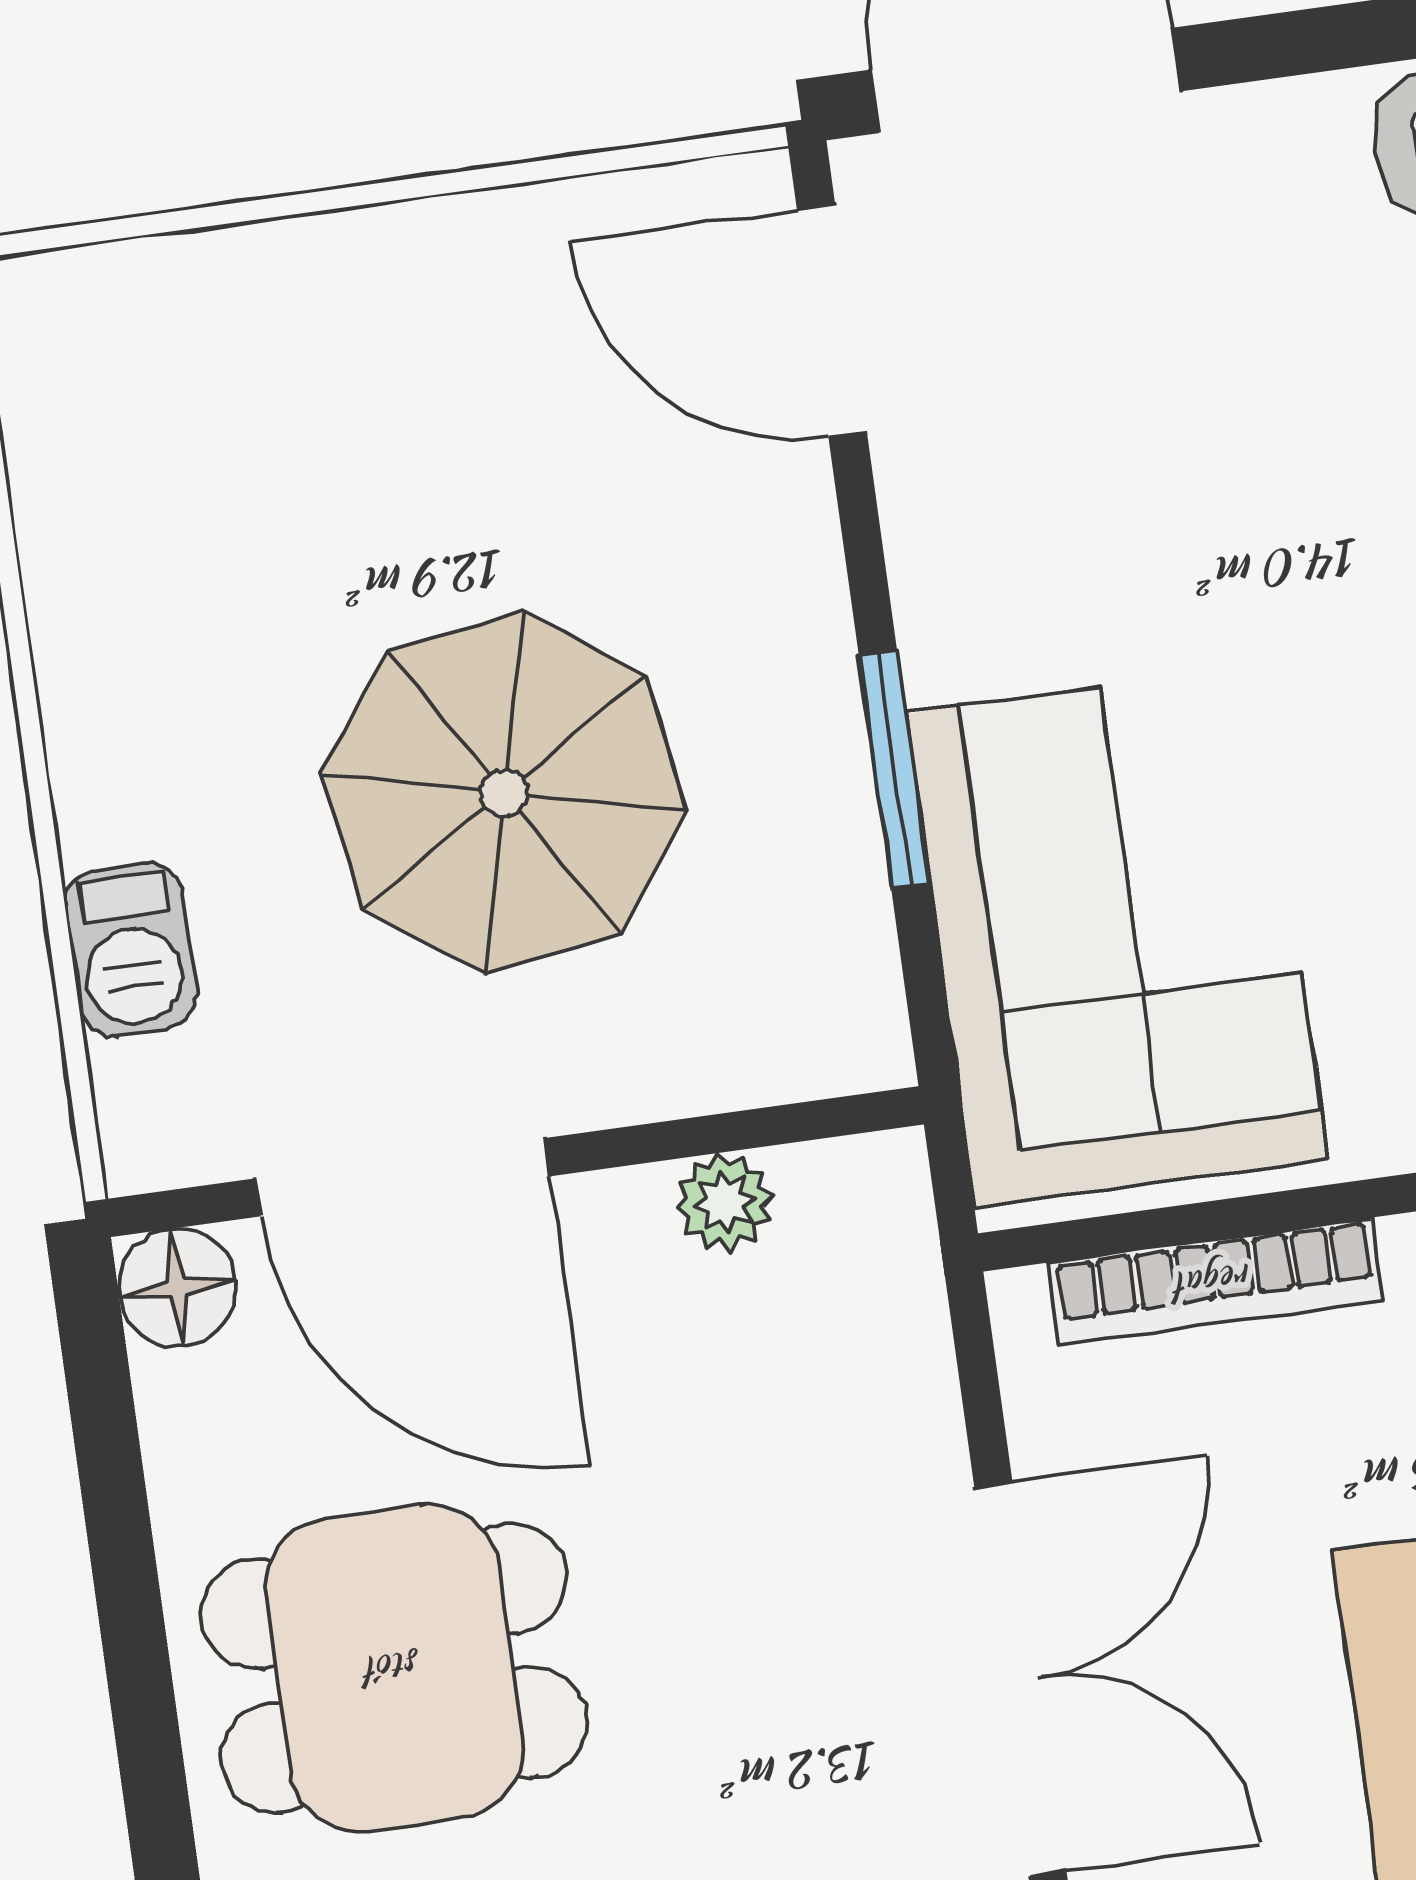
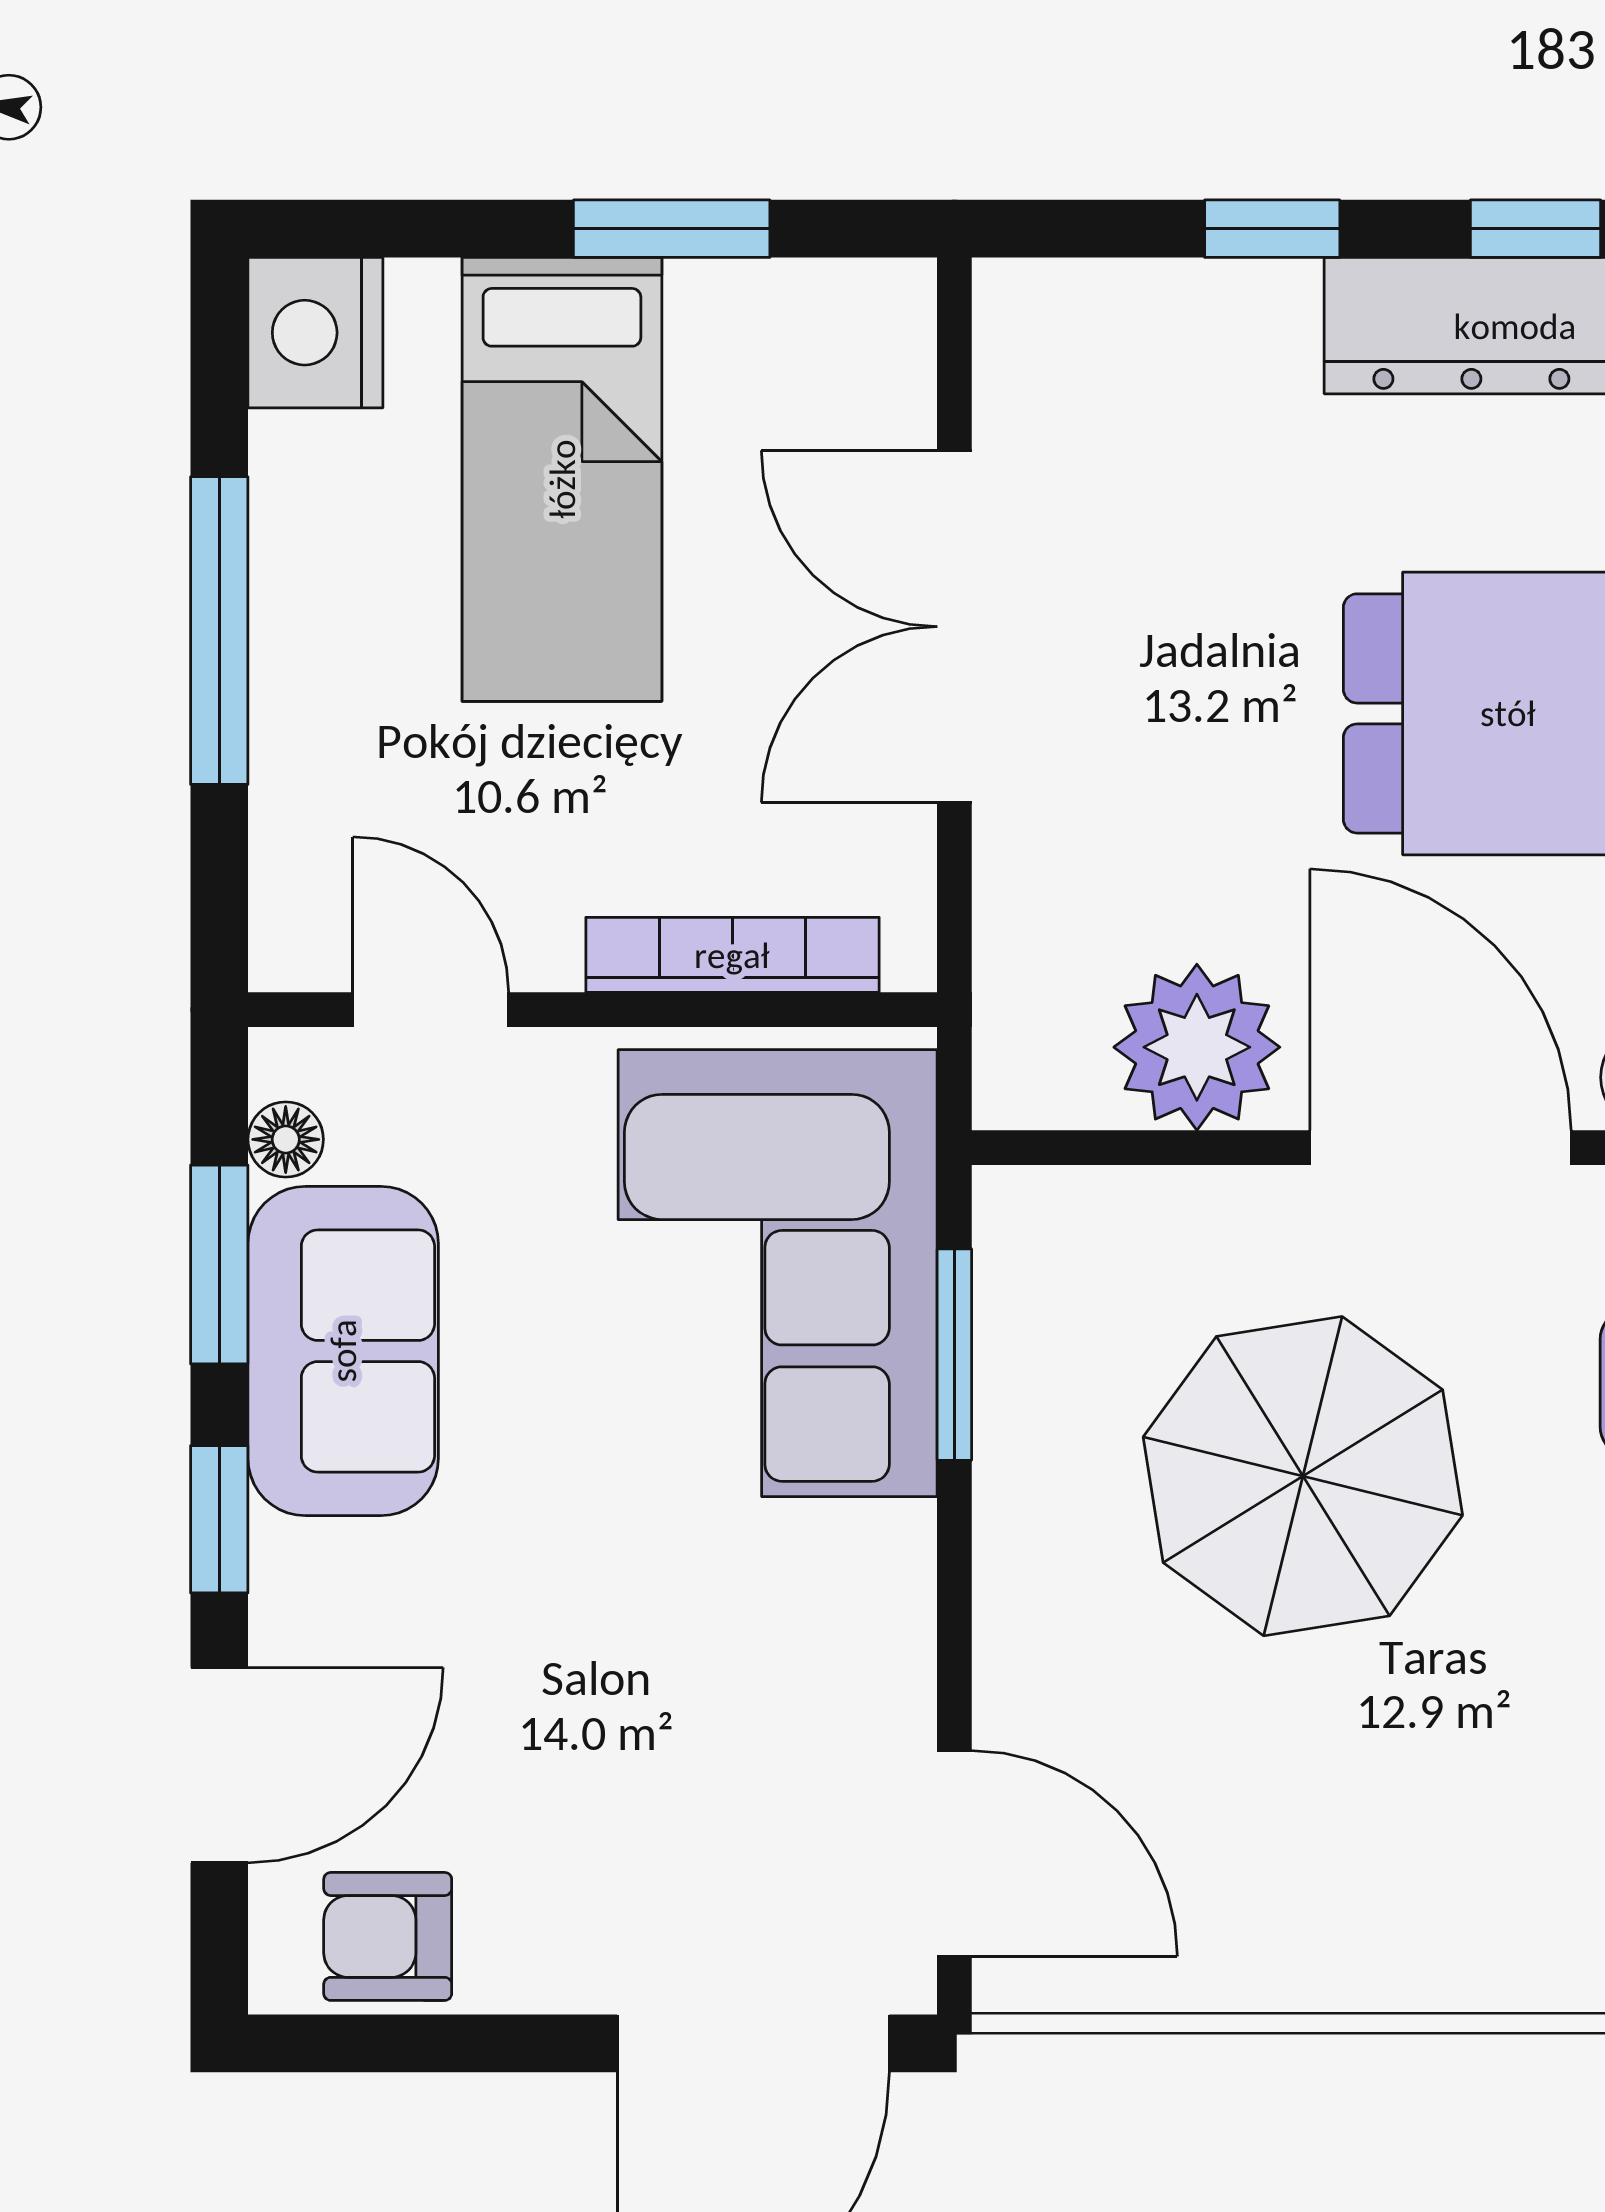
window: (894, 769) -> (954, 1355), moved
plant: (724, 1202) -> (1197, 1047), width x1.88, depth x1.88

